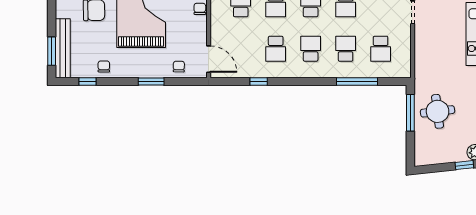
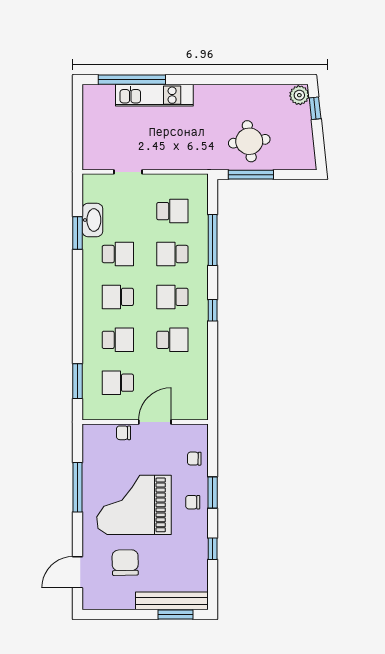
door: (209, 59) -> (155, 422), moved
chair: (104, 66) -> (193, 502), moved
window: (87, 82) -> (213, 549), moved
window: (259, 82) -> (213, 310), moved

